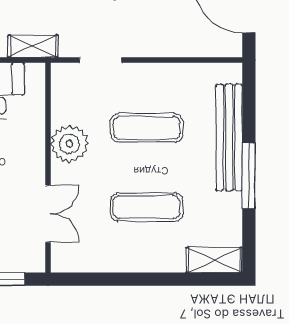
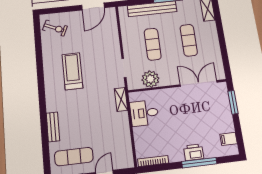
plant: (69, 144) -> (150, 79), moved
double door: (48, 214) -> (199, 83), width x1.37

